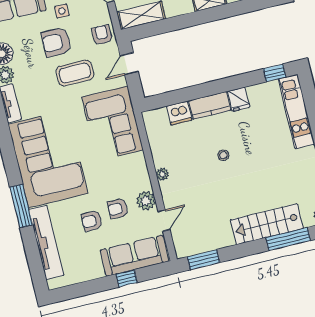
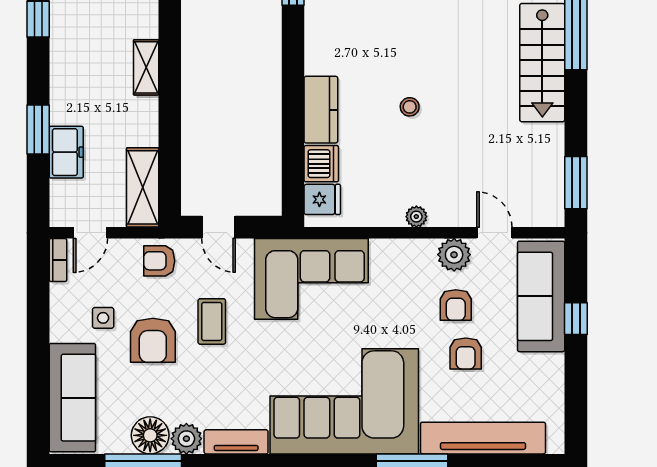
coffee table: (75, 73) -> (212, 321), width x0.73, depth x0.77
fridge: (239, 99) -> (322, 199), moved

